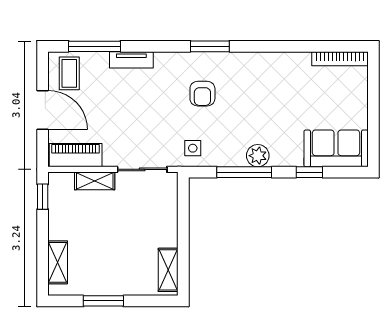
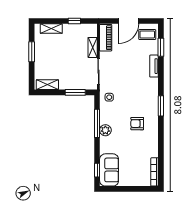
window: (94, 46) -> (161, 47), width x0.69
armchair: (202, 94) -> (137, 124), moved
window: (309, 172) -> (97, 170), moved
window: (43, 197) -> (74, 21), moved
window: (183, 215) -> (75, 92), added

